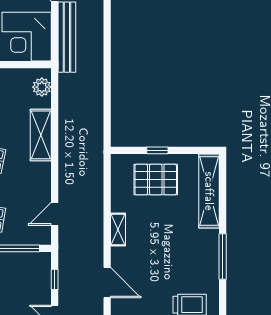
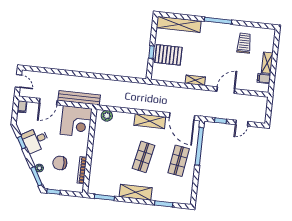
shelving: (41, 135) -> (150, 121), moved
pallet: (156, 179) -> (168, 55), turned 90
door: (55, 214) -> (182, 116), width x1.87

